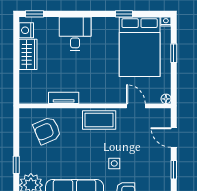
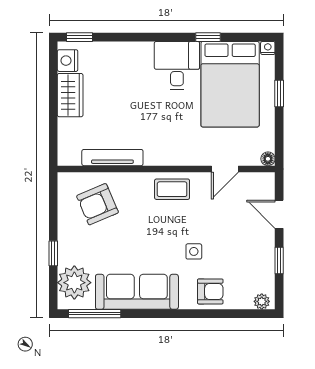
desk: (75, 34) -> (177, 66), moved
tv unit: (64, 98) -> (112, 158), width x1.41
door: (136, 106) -> (225, 169), swing flipped
coffee table: (99, 120) -> (172, 189), width x0.73, depth x0.77

